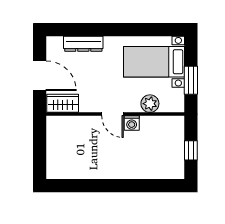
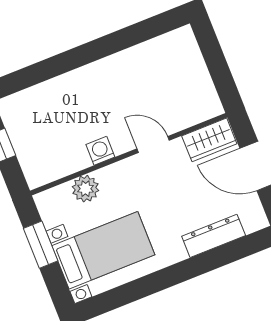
door: (112, 114) -> (153, 144), moved

